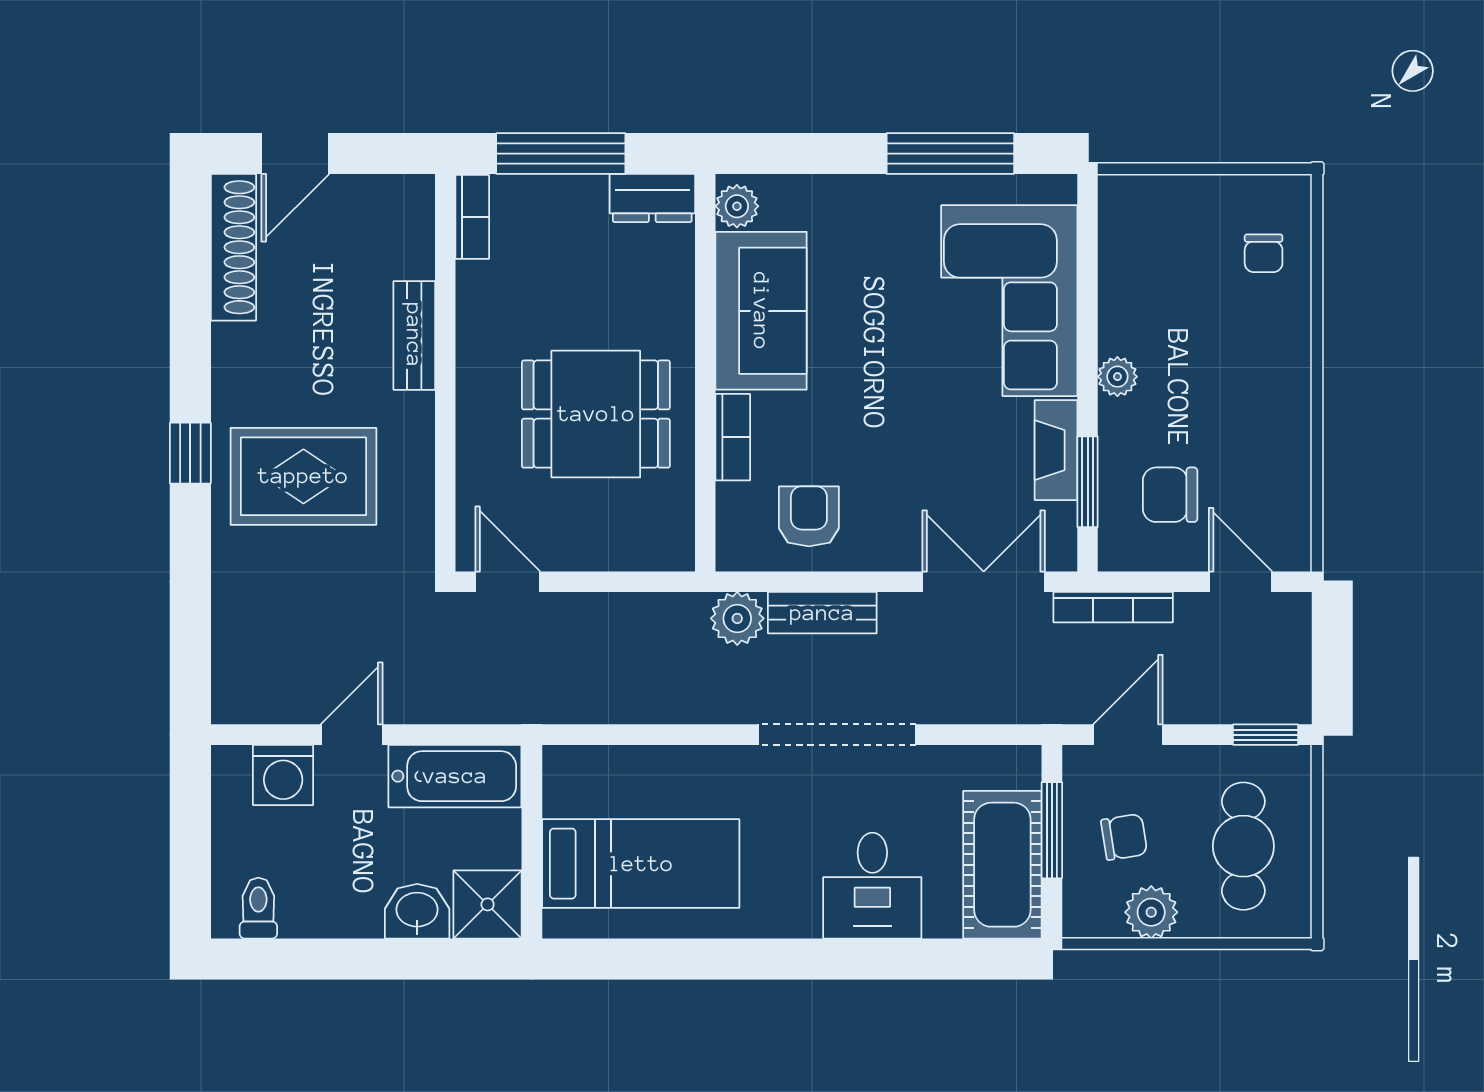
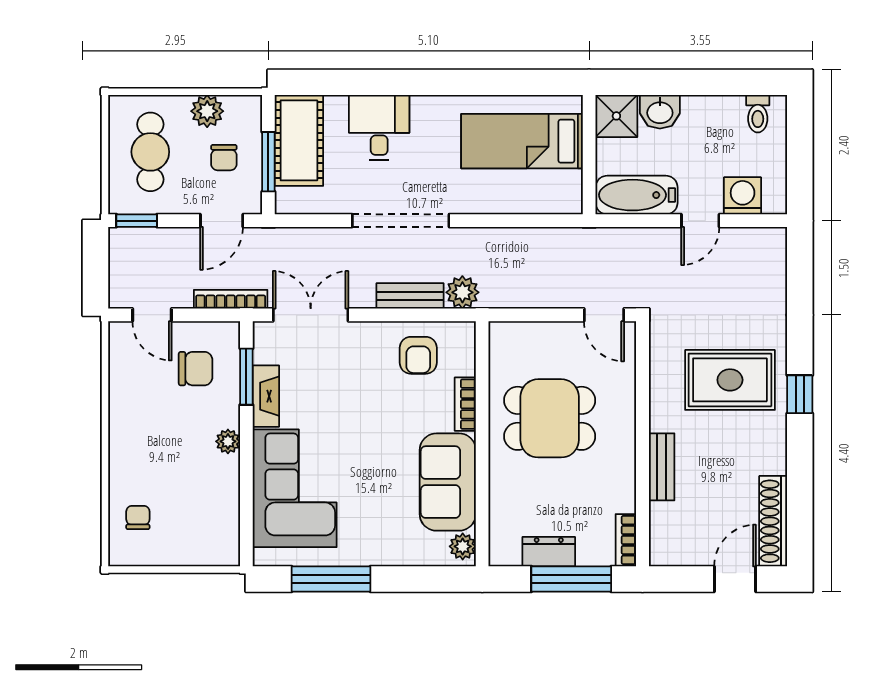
dresser: (652, 198) -> (549, 552), moved
double door: (984, 582) -> (311, 315), swing flipped
chair: (1124, 837) -> (224, 158), turned -81

